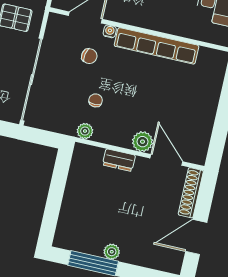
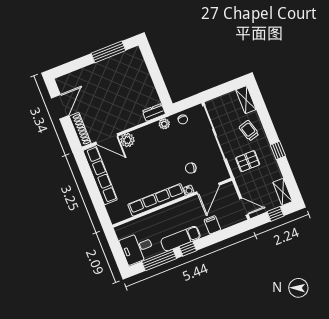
chair: (96, 100) -> (183, 119), moved
row of seats: (204, 122) -> (100, 175), added
dresser: (119, 160) -> (154, 112), moved
plant: (112, 252) -> (102, 66), removed

